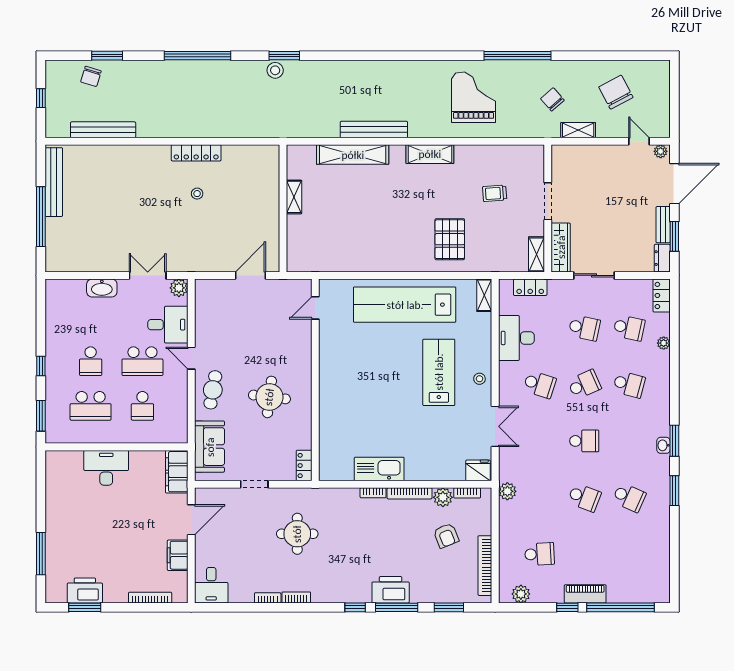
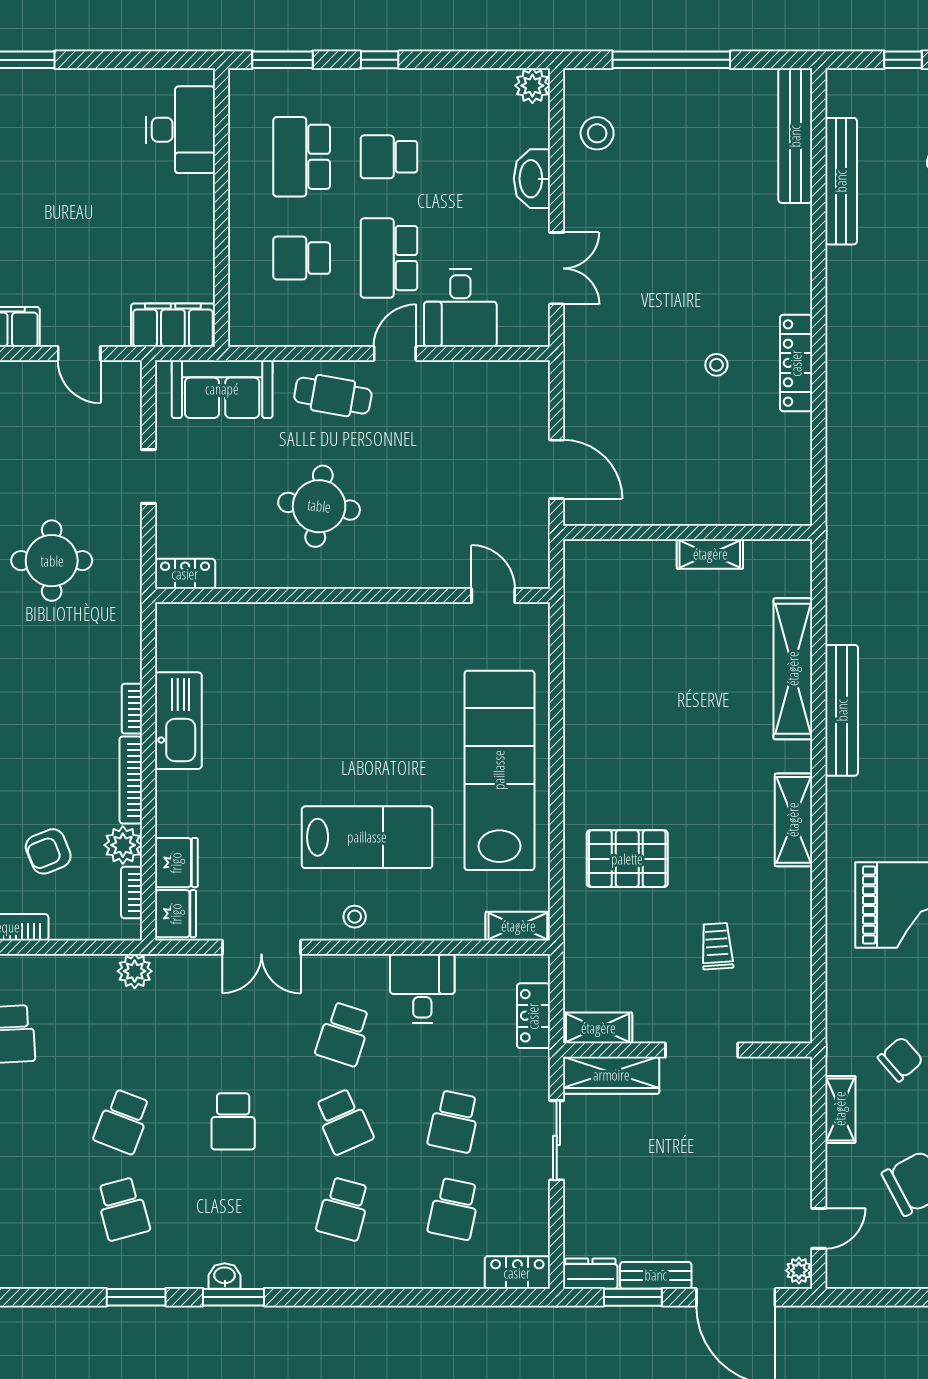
bench: (54, 182) -> (795, 136), moved, turned 90
stool: (79, 255) -> (597, 133), added
plant: (179, 288) -> (532, 86), moved
desk: (516, 338) -> (422, 989), width x0.73
plant: (664, 343) -> (424, 1276), removed
desk: (106, 468) -> (181, 130), moved
fridge: (452, 470) -> (176, 863), added
school desk: (629, 497) -> (123, 1209), turned -39
door: (191, 520) -> (79, 353), width x0.73

